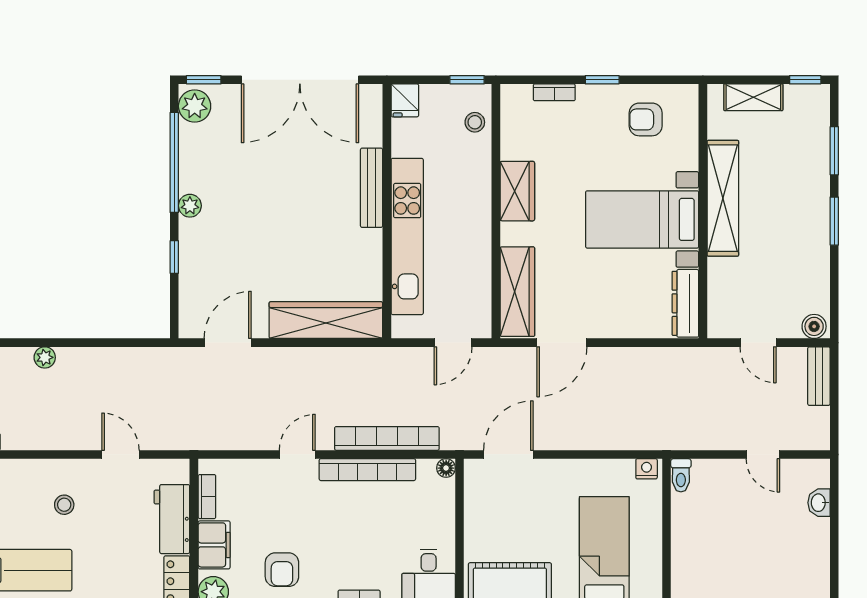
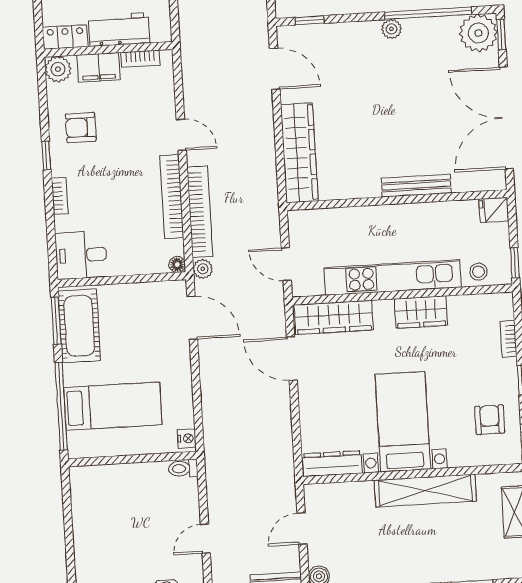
plant: (195, 106) -> (478, 33), width x1.36, depth x1.36
kitchen unit: (407, 236) -> (393, 277), moved, turned 180
window: (174, 257) -> (309, 20), moved
plant: (453, 439) -> (203, 269), added

